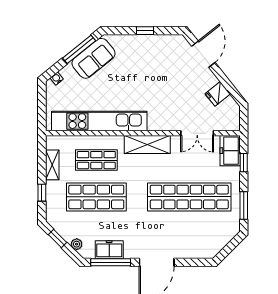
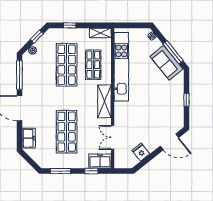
shelving: (52, 165) -> (100, 33), moved
shop shelf: (189, 197) -> (67, 132), width x0.71
freezer: (109, 250) -> (29, 138), moved

